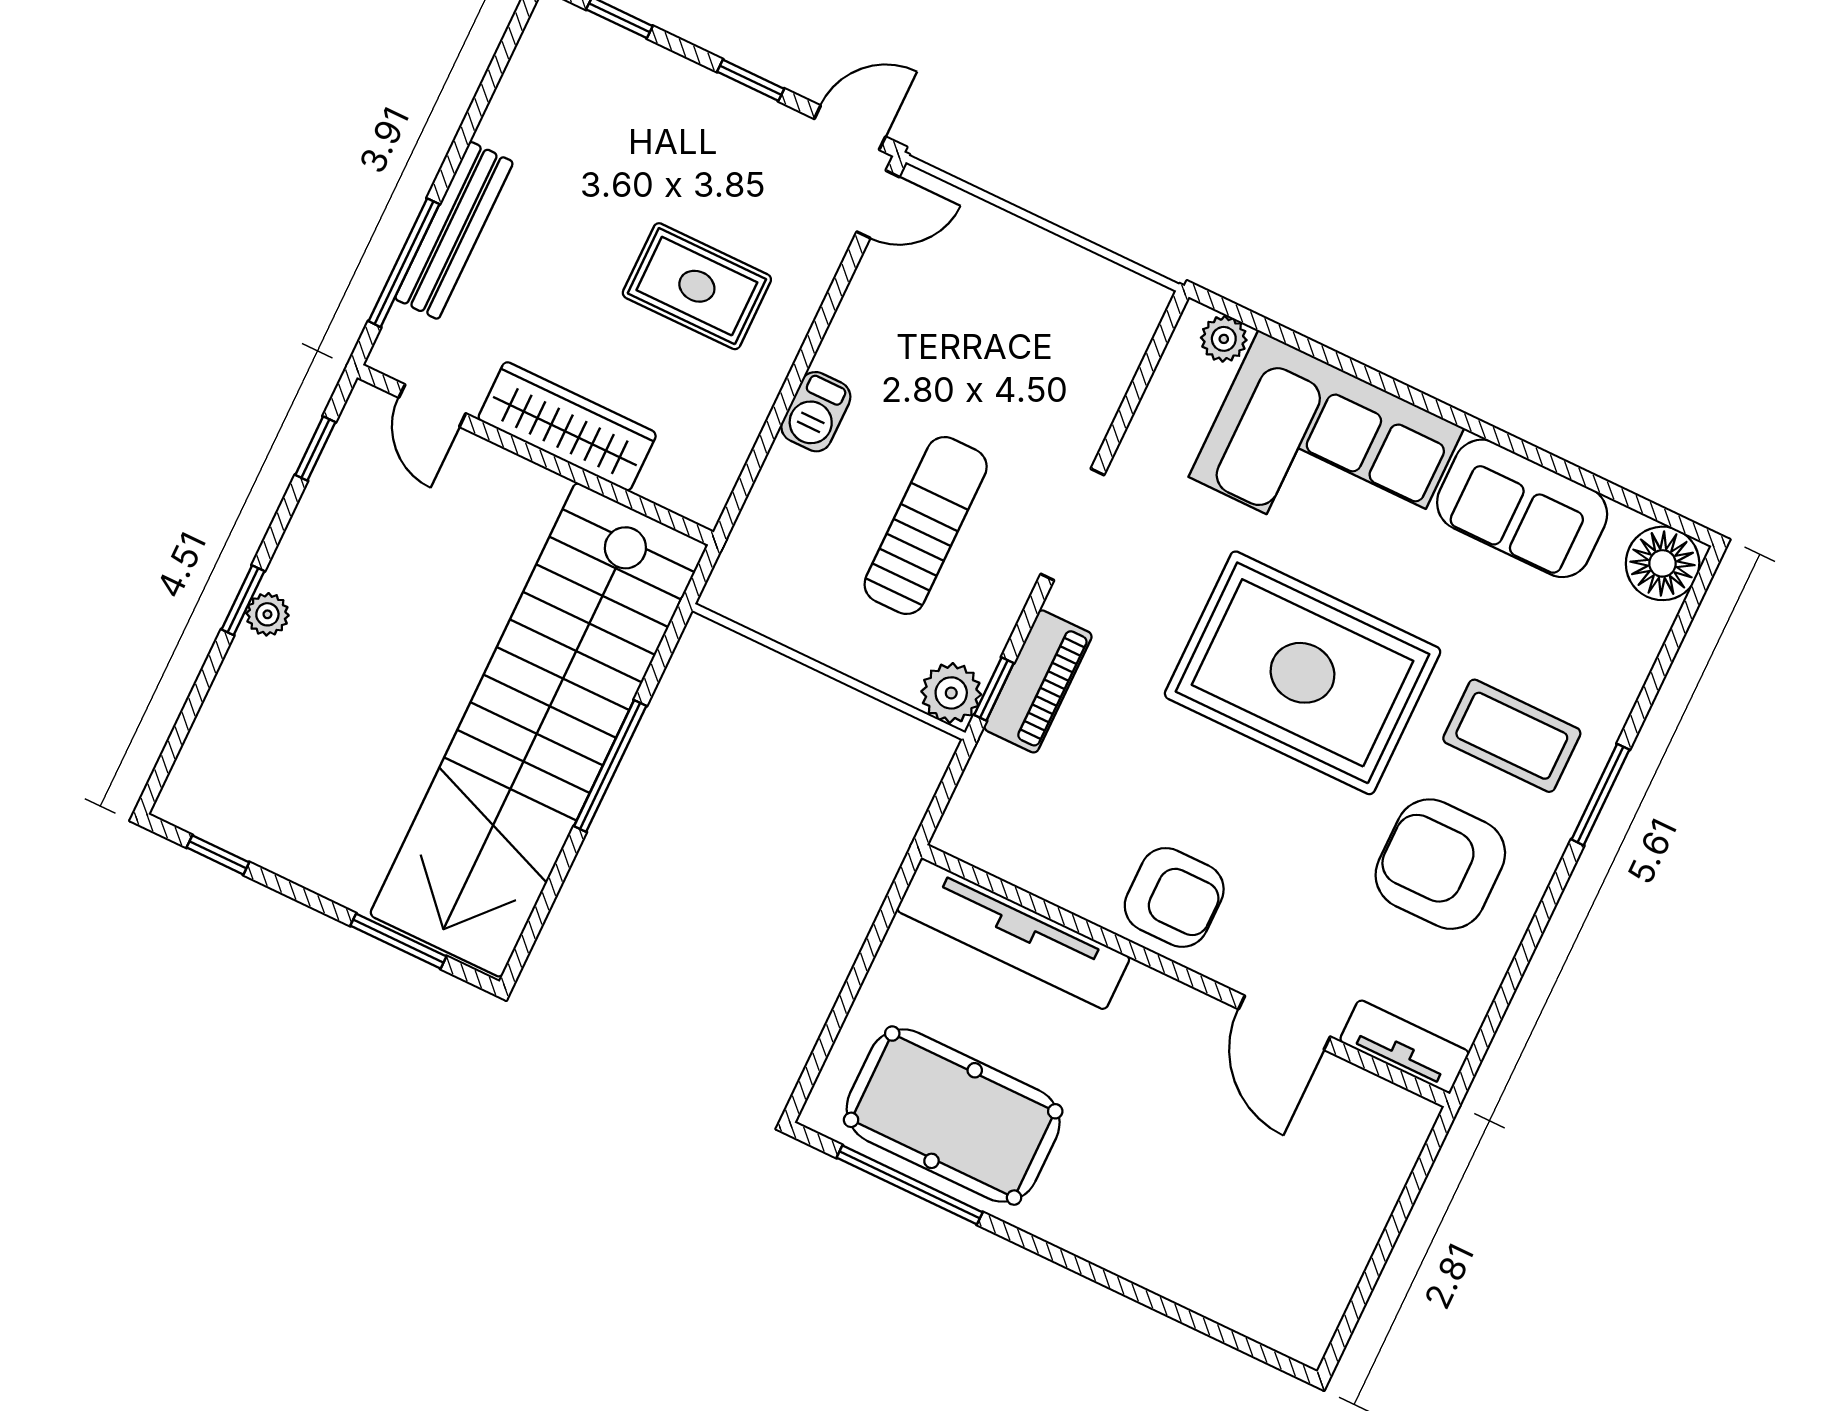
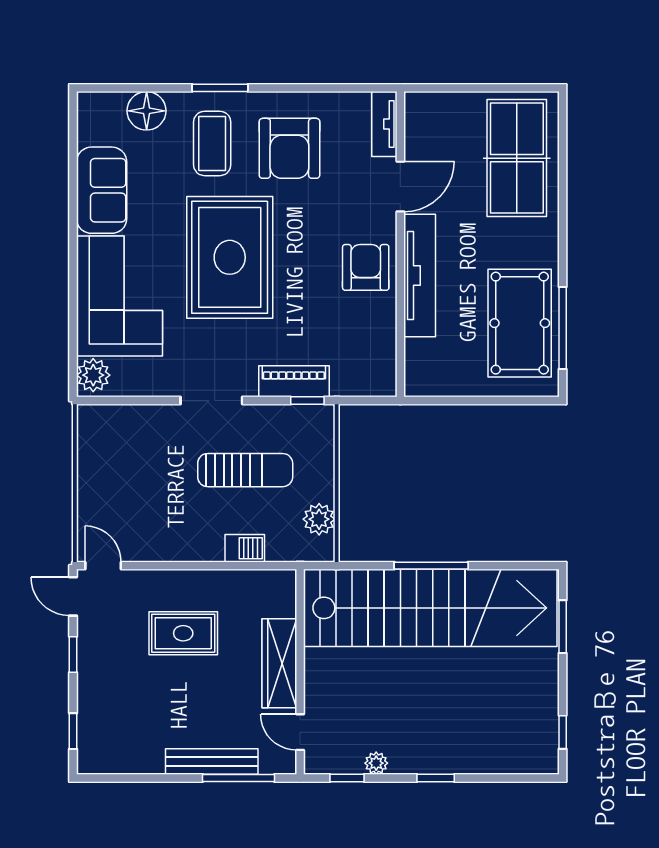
rug: (697, 286) -> (183, 633), turned 90
plant: (1224, 339) -> (93, 375), width x1.38, depth x1.38
door: (432, 406) -> (300, 732), swing flipped
barbecue: (816, 412) -> (245, 548), moved
sun lounger: (926, 526) -> (245, 470), turned 180
floor lamp: (1663, 563) -> (147, 111), moved
plant: (267, 614) -> (376, 763), moved
plant: (951, 693) -> (319, 519), moved
tv unit: (1013, 934) -> (420, 276), moved
table tennis table: (1238, 1245) -> (517, 158), added

